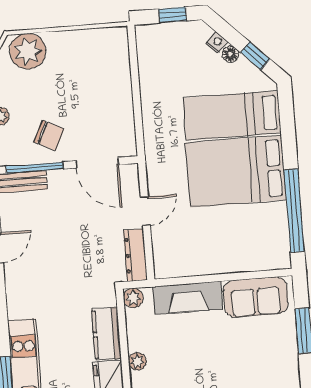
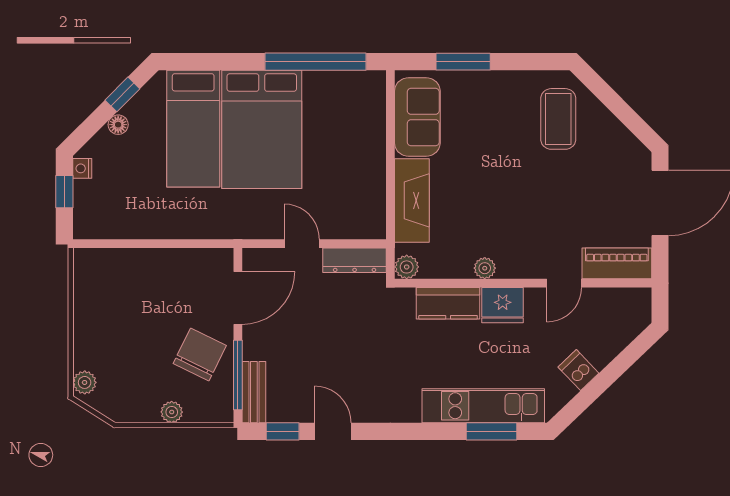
nightstand: (217, 42) -> (82, 168), moved, turned -45
plant: (28, 51) -> (85, 382), width x0.53, depth x0.53
chair: (49, 135) -> (200, 354), width x1.37, depth x1.37

